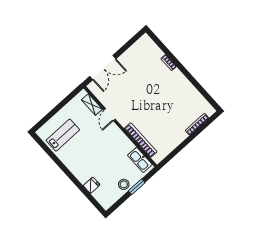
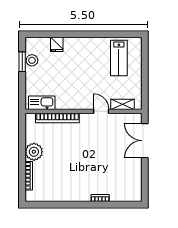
plant: (178, 135) -> (34, 152), added
stool: (124, 184) -> (32, 60), moved
window: (137, 187) -> (22, 62), moved

